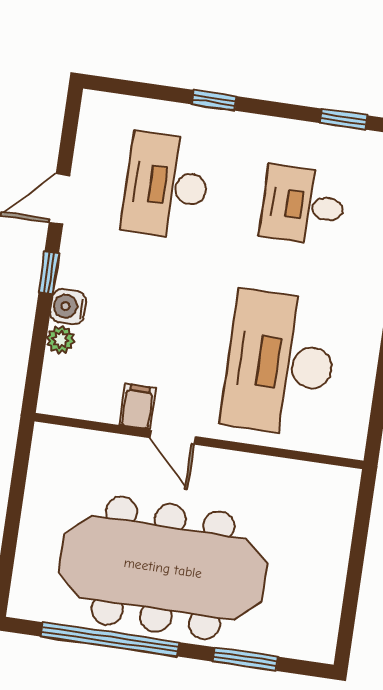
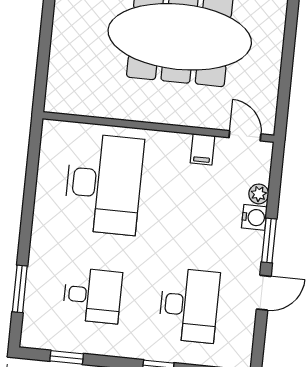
window: (49, 273) -> (269, 241), width x1.50
door: (172, 437) -> (245, 136), moved

